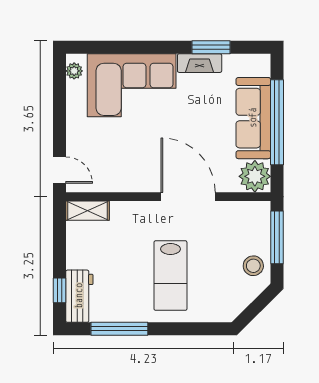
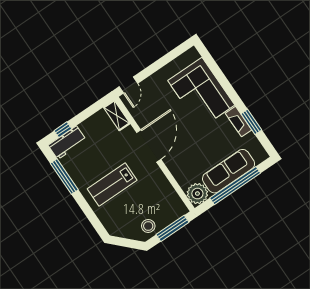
plant: (74, 71) -> (188, 56), removed
door: (188, 197) -> (149, 146), moved

